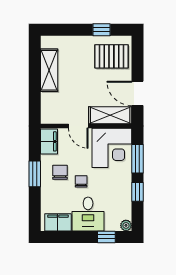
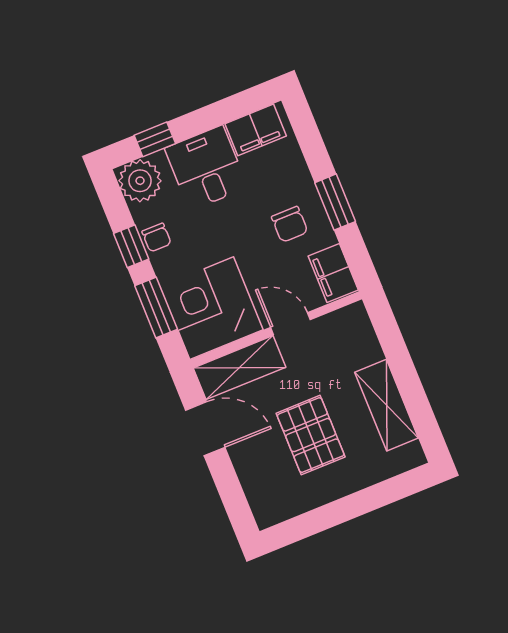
window: (102, 30) -> (320, 519), removed
pallet: (111, 56) -> (311, 435), moved, turned 90
chair: (81, 181) -> (157, 238), moved
plant: (126, 225) -> (140, 181), width x1.88, depth x1.88

